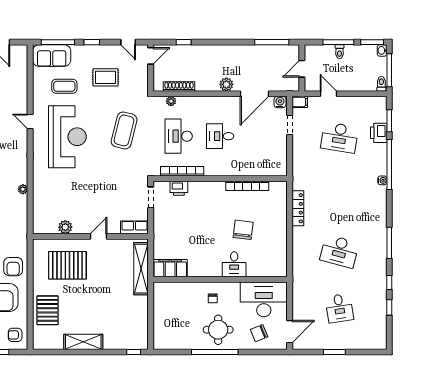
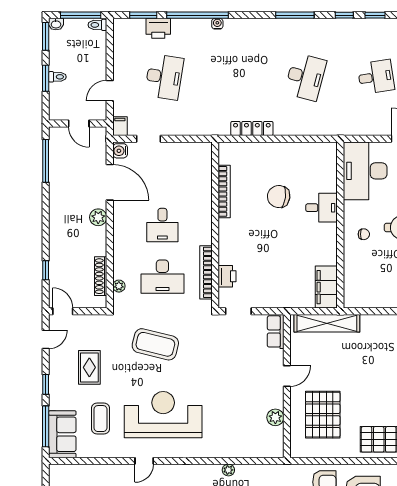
window: (338, 42) -> (46, 78), width x0.69
door: (99, 236) -> (287, 376), swing flipped

